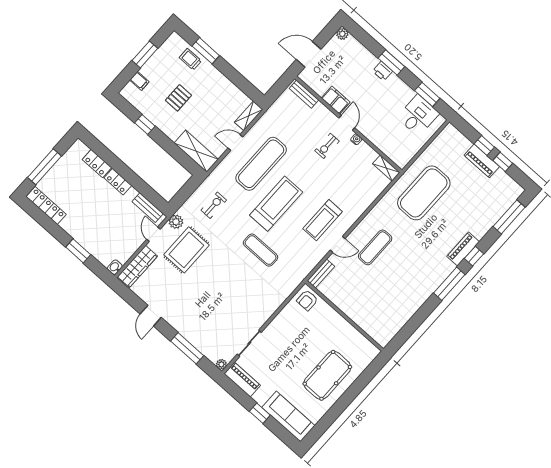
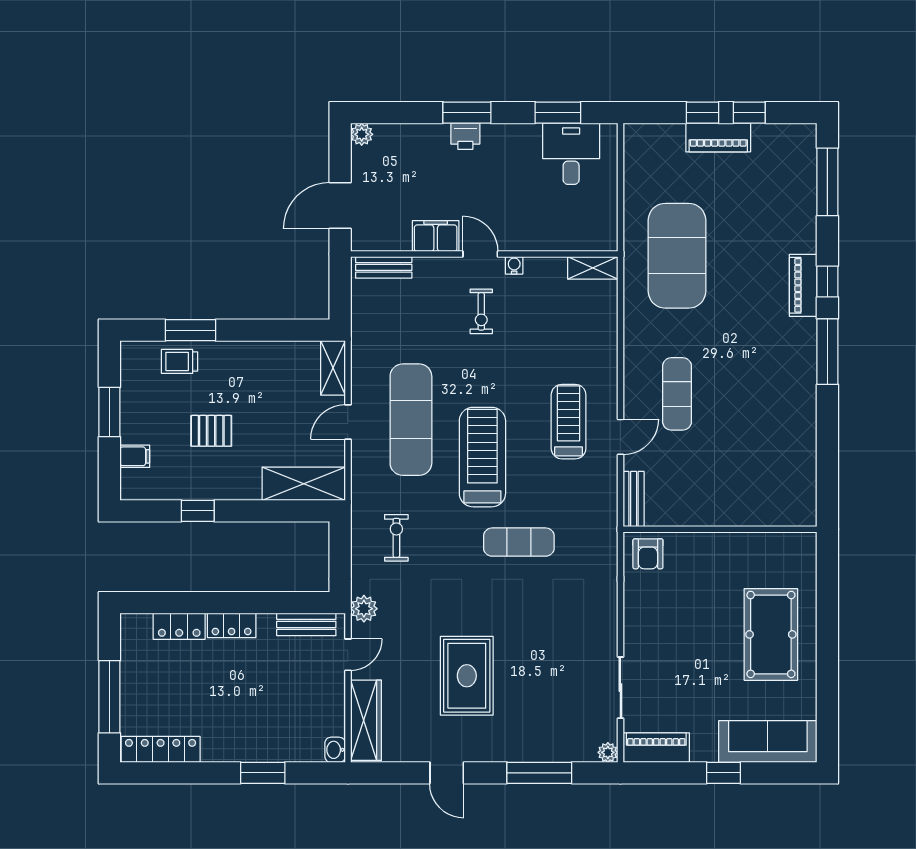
pallet: (178, 98) -> (211, 431), turned 90
treadmill: (323, 220) -> (569, 422), turned 180
door: (153, 234) -> (348, 655), swing flipped
rug: (186, 250) -> (467, 676), moved

